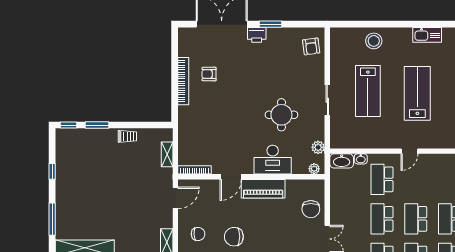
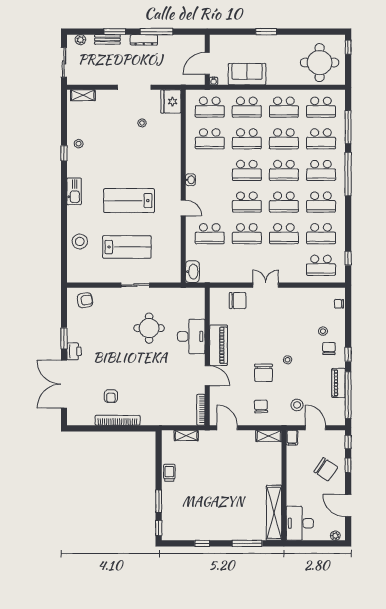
plant: (318, 147) -> (180, 294), removed
washbasin: (361, 159) -> (190, 180), moved
plant: (314, 169) -> (200, 297), removed

